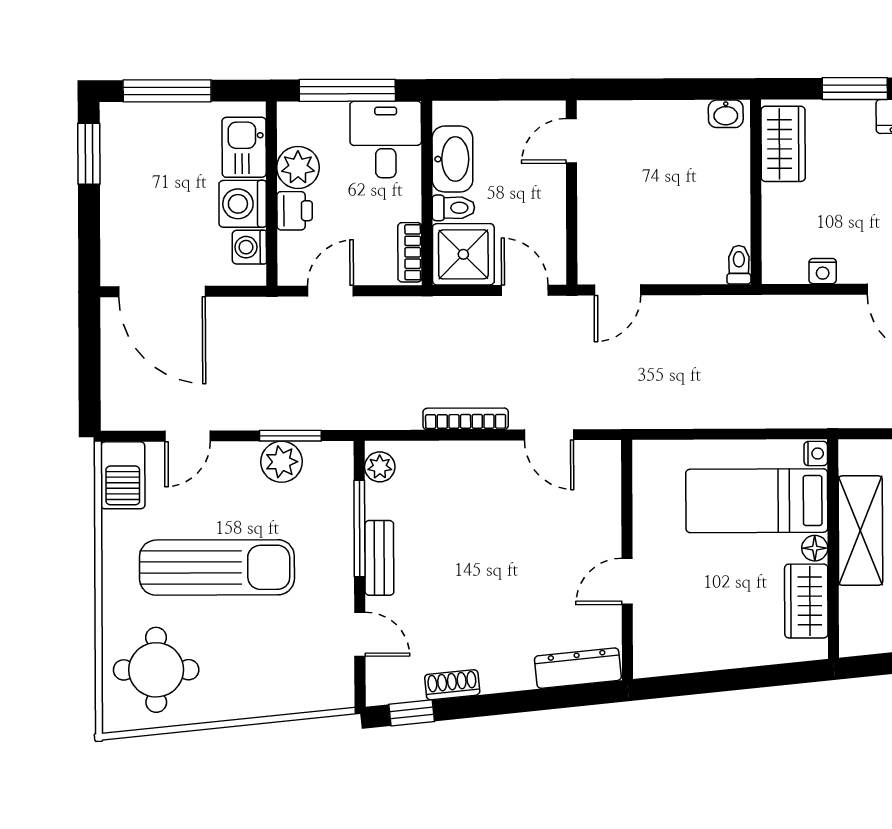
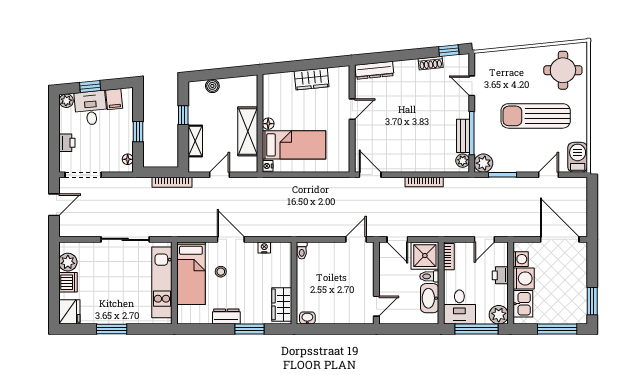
plant: (298, 167) -> (499, 315), moved
door: (549, 435) -> (370, 175), moved
plant: (281, 462) -> (483, 163), moved
bench: (379, 558) -> (463, 136), moved
wardrobe: (806, 601) -> (312, 79), moved, turned 84

